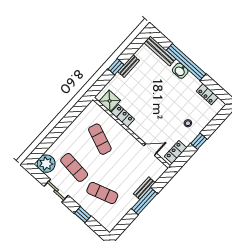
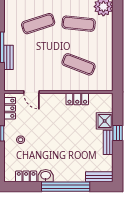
bench: (160, 51) -> (99, 177), width x0.73
washbasin: (180, 71) -> (46, 176), moved
shower: (110, 101) -> (105, 121), moved
door: (150, 150) -> (32, 92), hinge flipped

